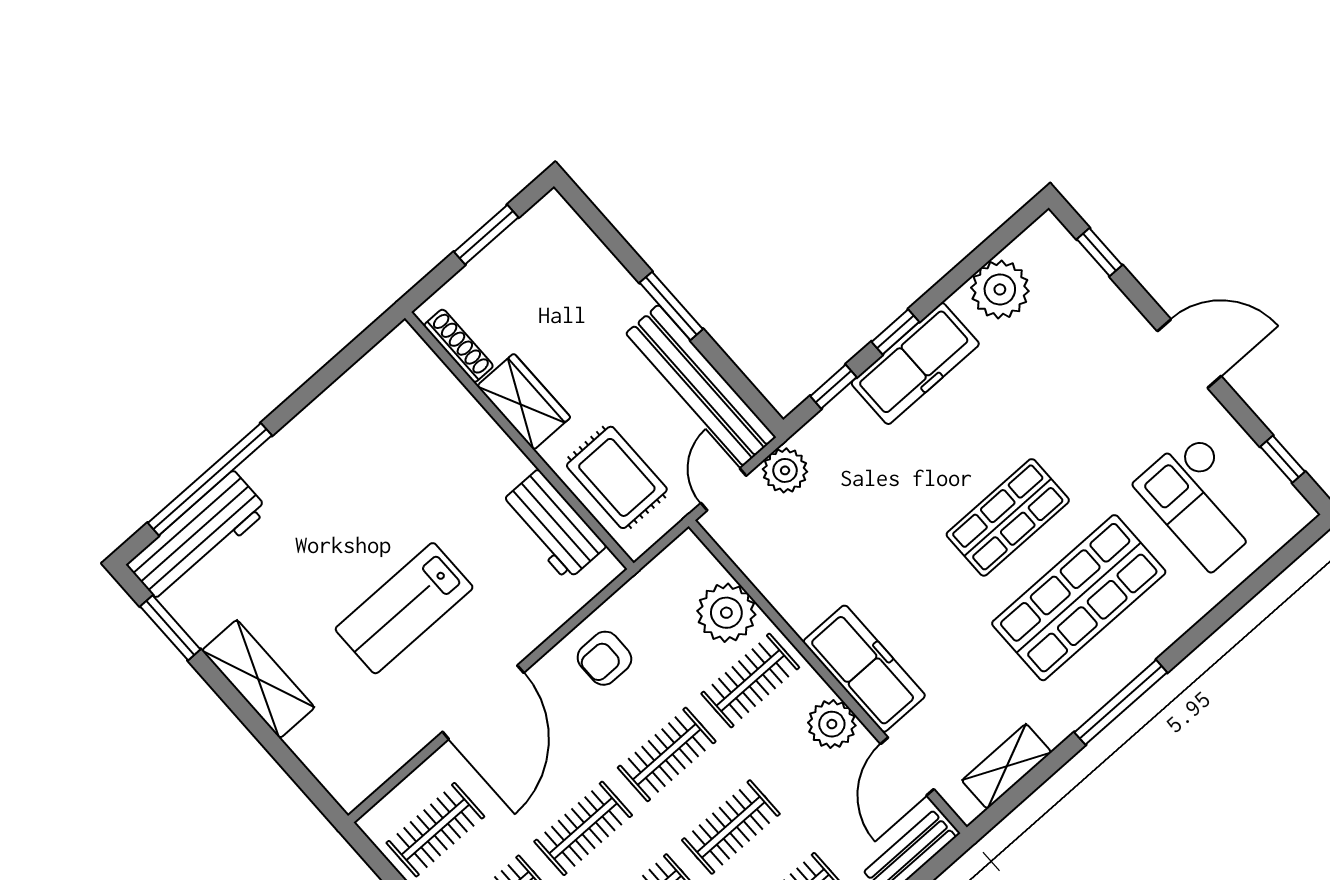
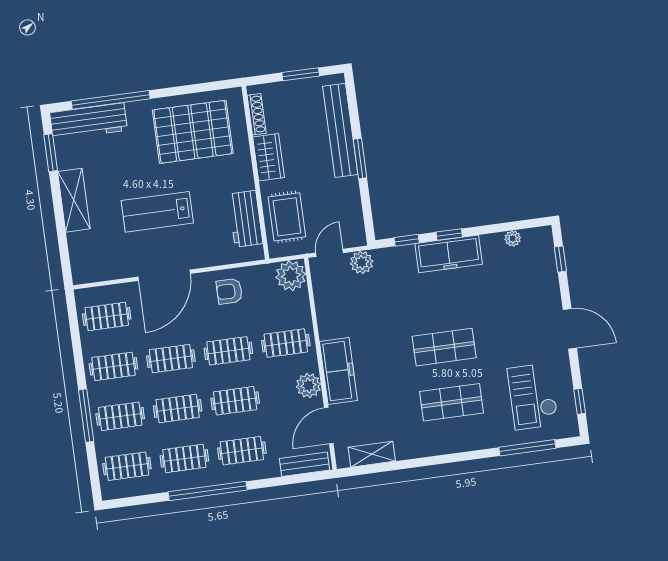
plant: (1000, 289) -> (513, 238), width x0.53, depth x0.53
bench: (701, 385) -> (340, 130), moved
pallet: (375, 442) -> (193, 132), added
shop shelf: (1079, 598) -> (452, 402), width x0.70, depth x0.74
plant: (726, 613) -> (291, 276), moved
window: (1121, 702) -> (527, 448), moved

